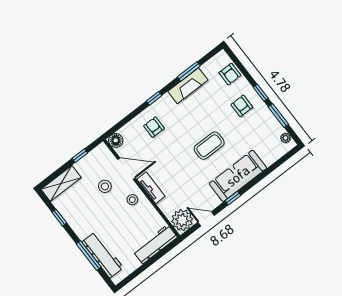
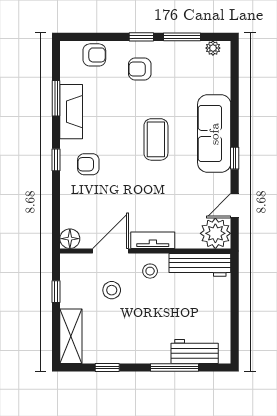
armchair: (154, 127) -> (88, 164), moved
workbench: (155, 244) -> (200, 265), moved, turned -90
workbench: (103, 255) -> (195, 351), width x0.73

